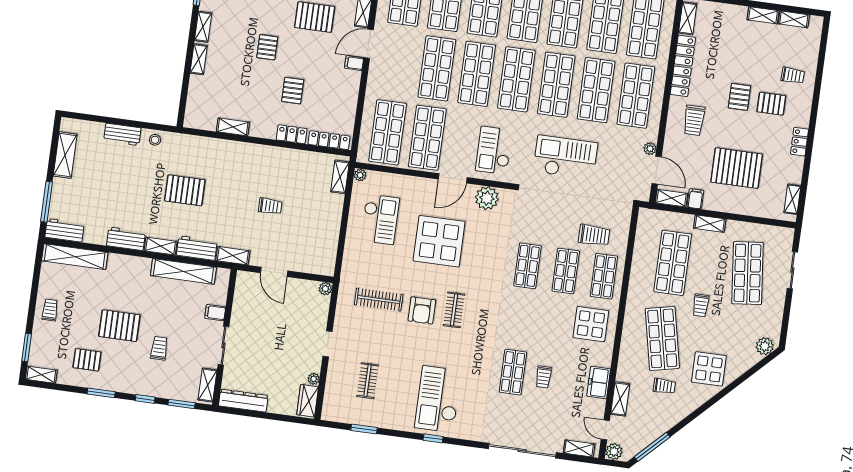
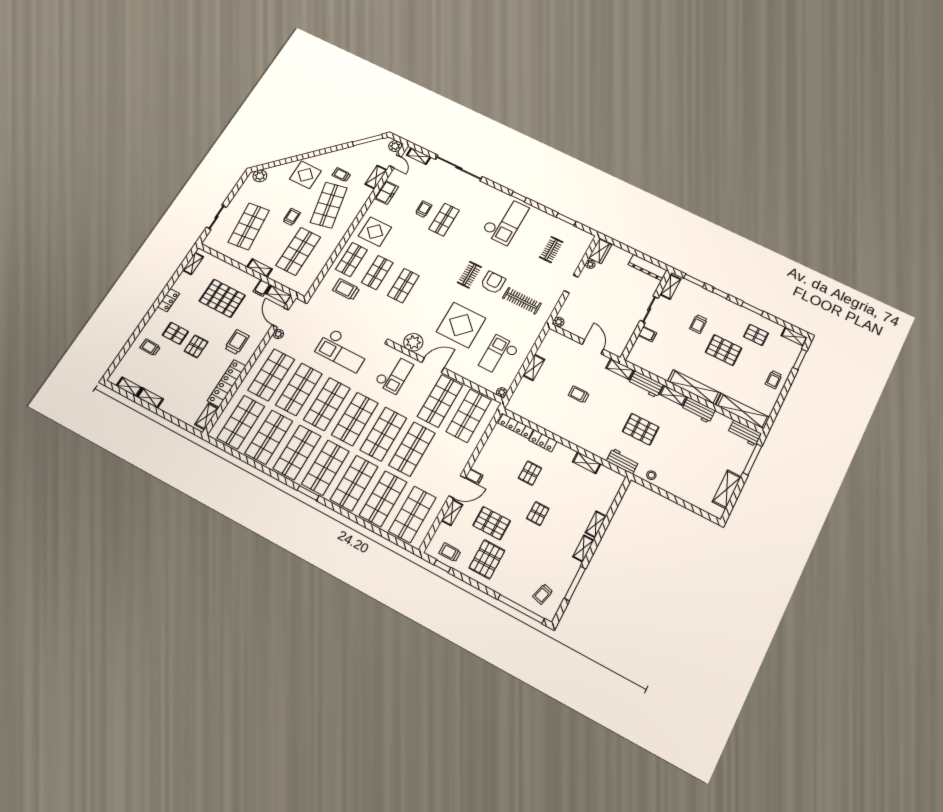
workbench: (122, 134) -> (622, 461), moved
shelving: (340, 177) -> (534, 367), moved
shelving: (183, 271) -> (694, 387), moved

